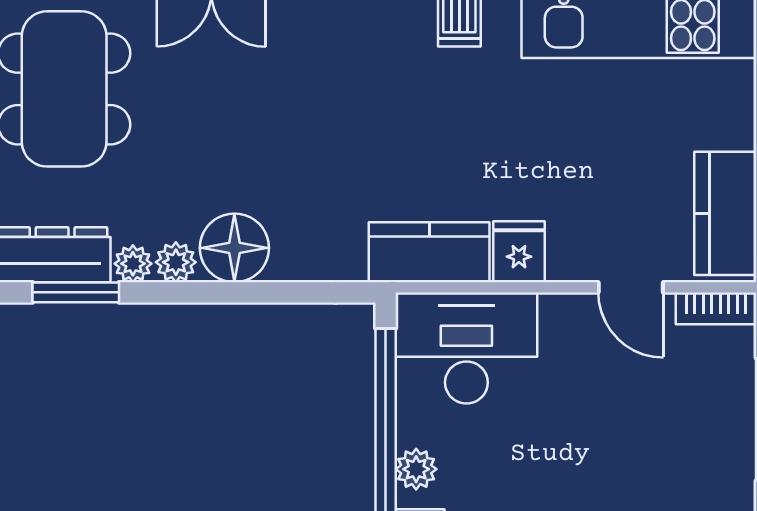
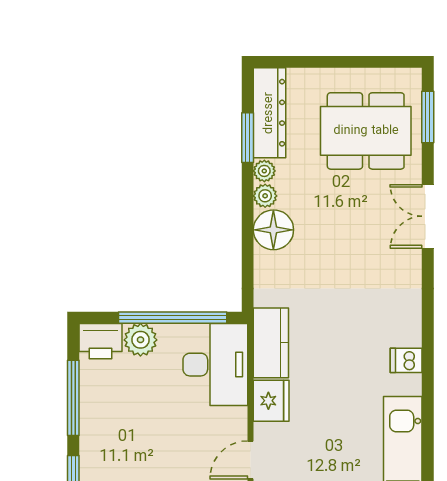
fridge: (519, 252) -> (271, 401), width x1.38
plant: (416, 469) -> (140, 340), width x1.38, depth x1.38

